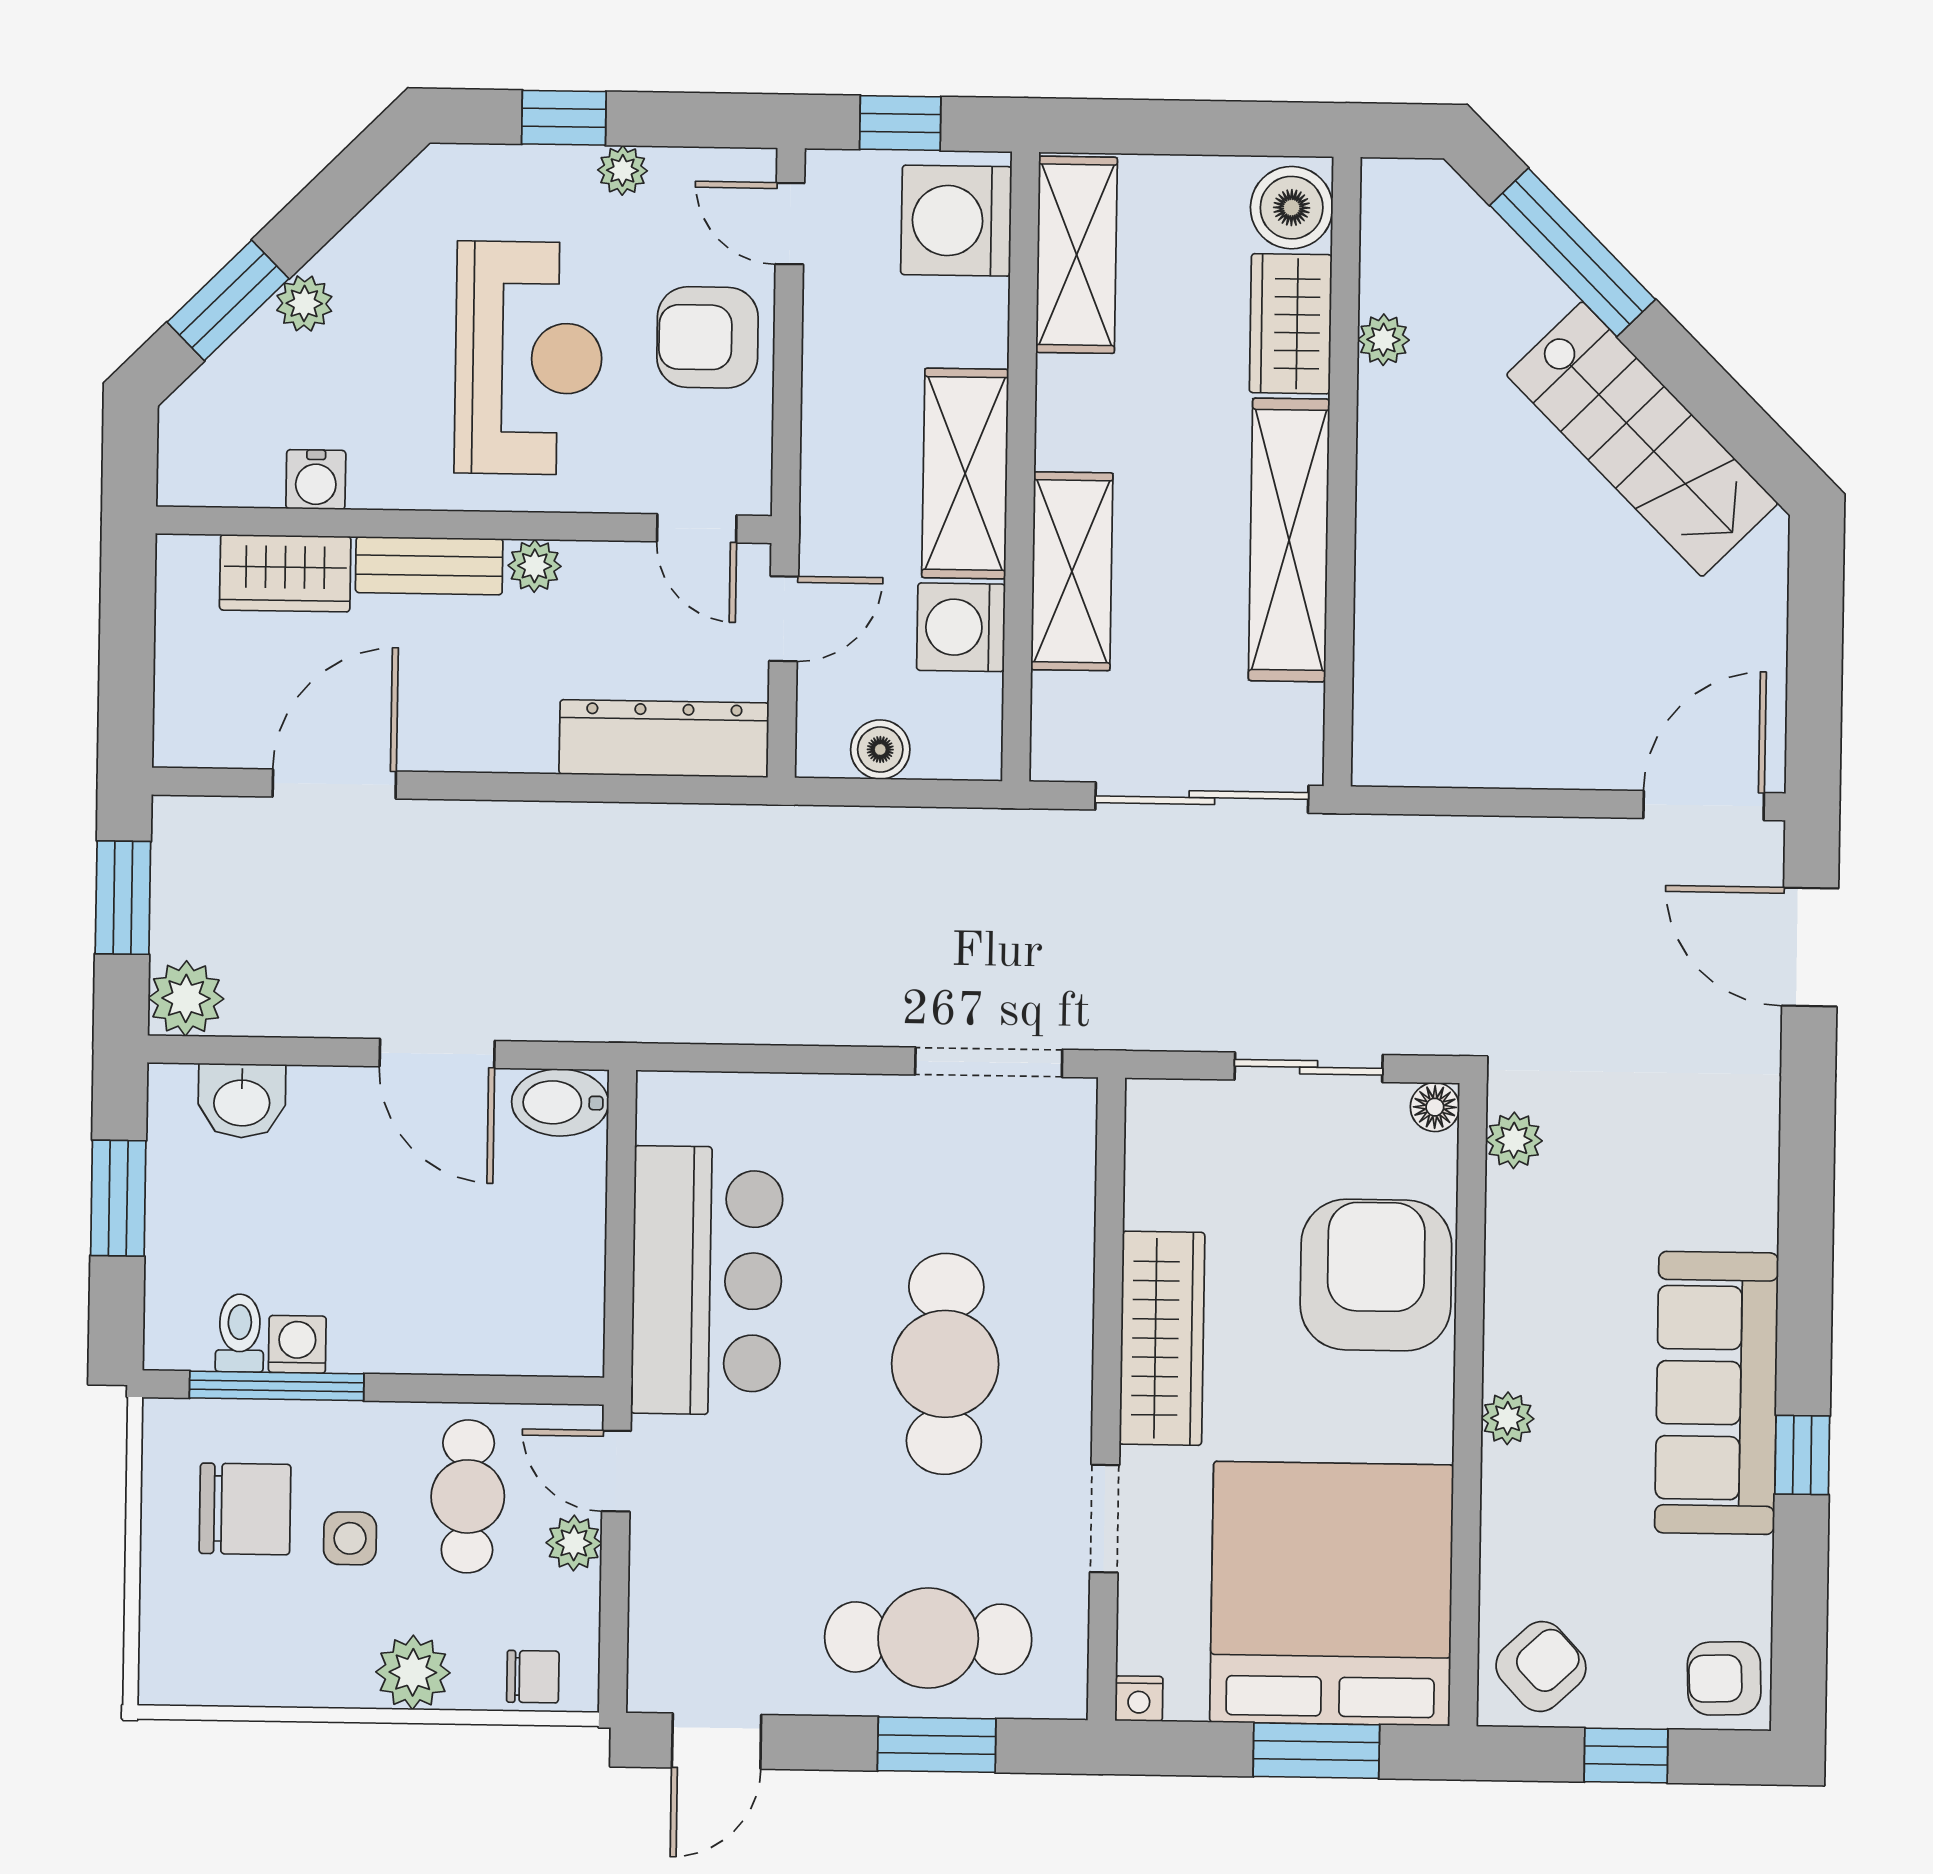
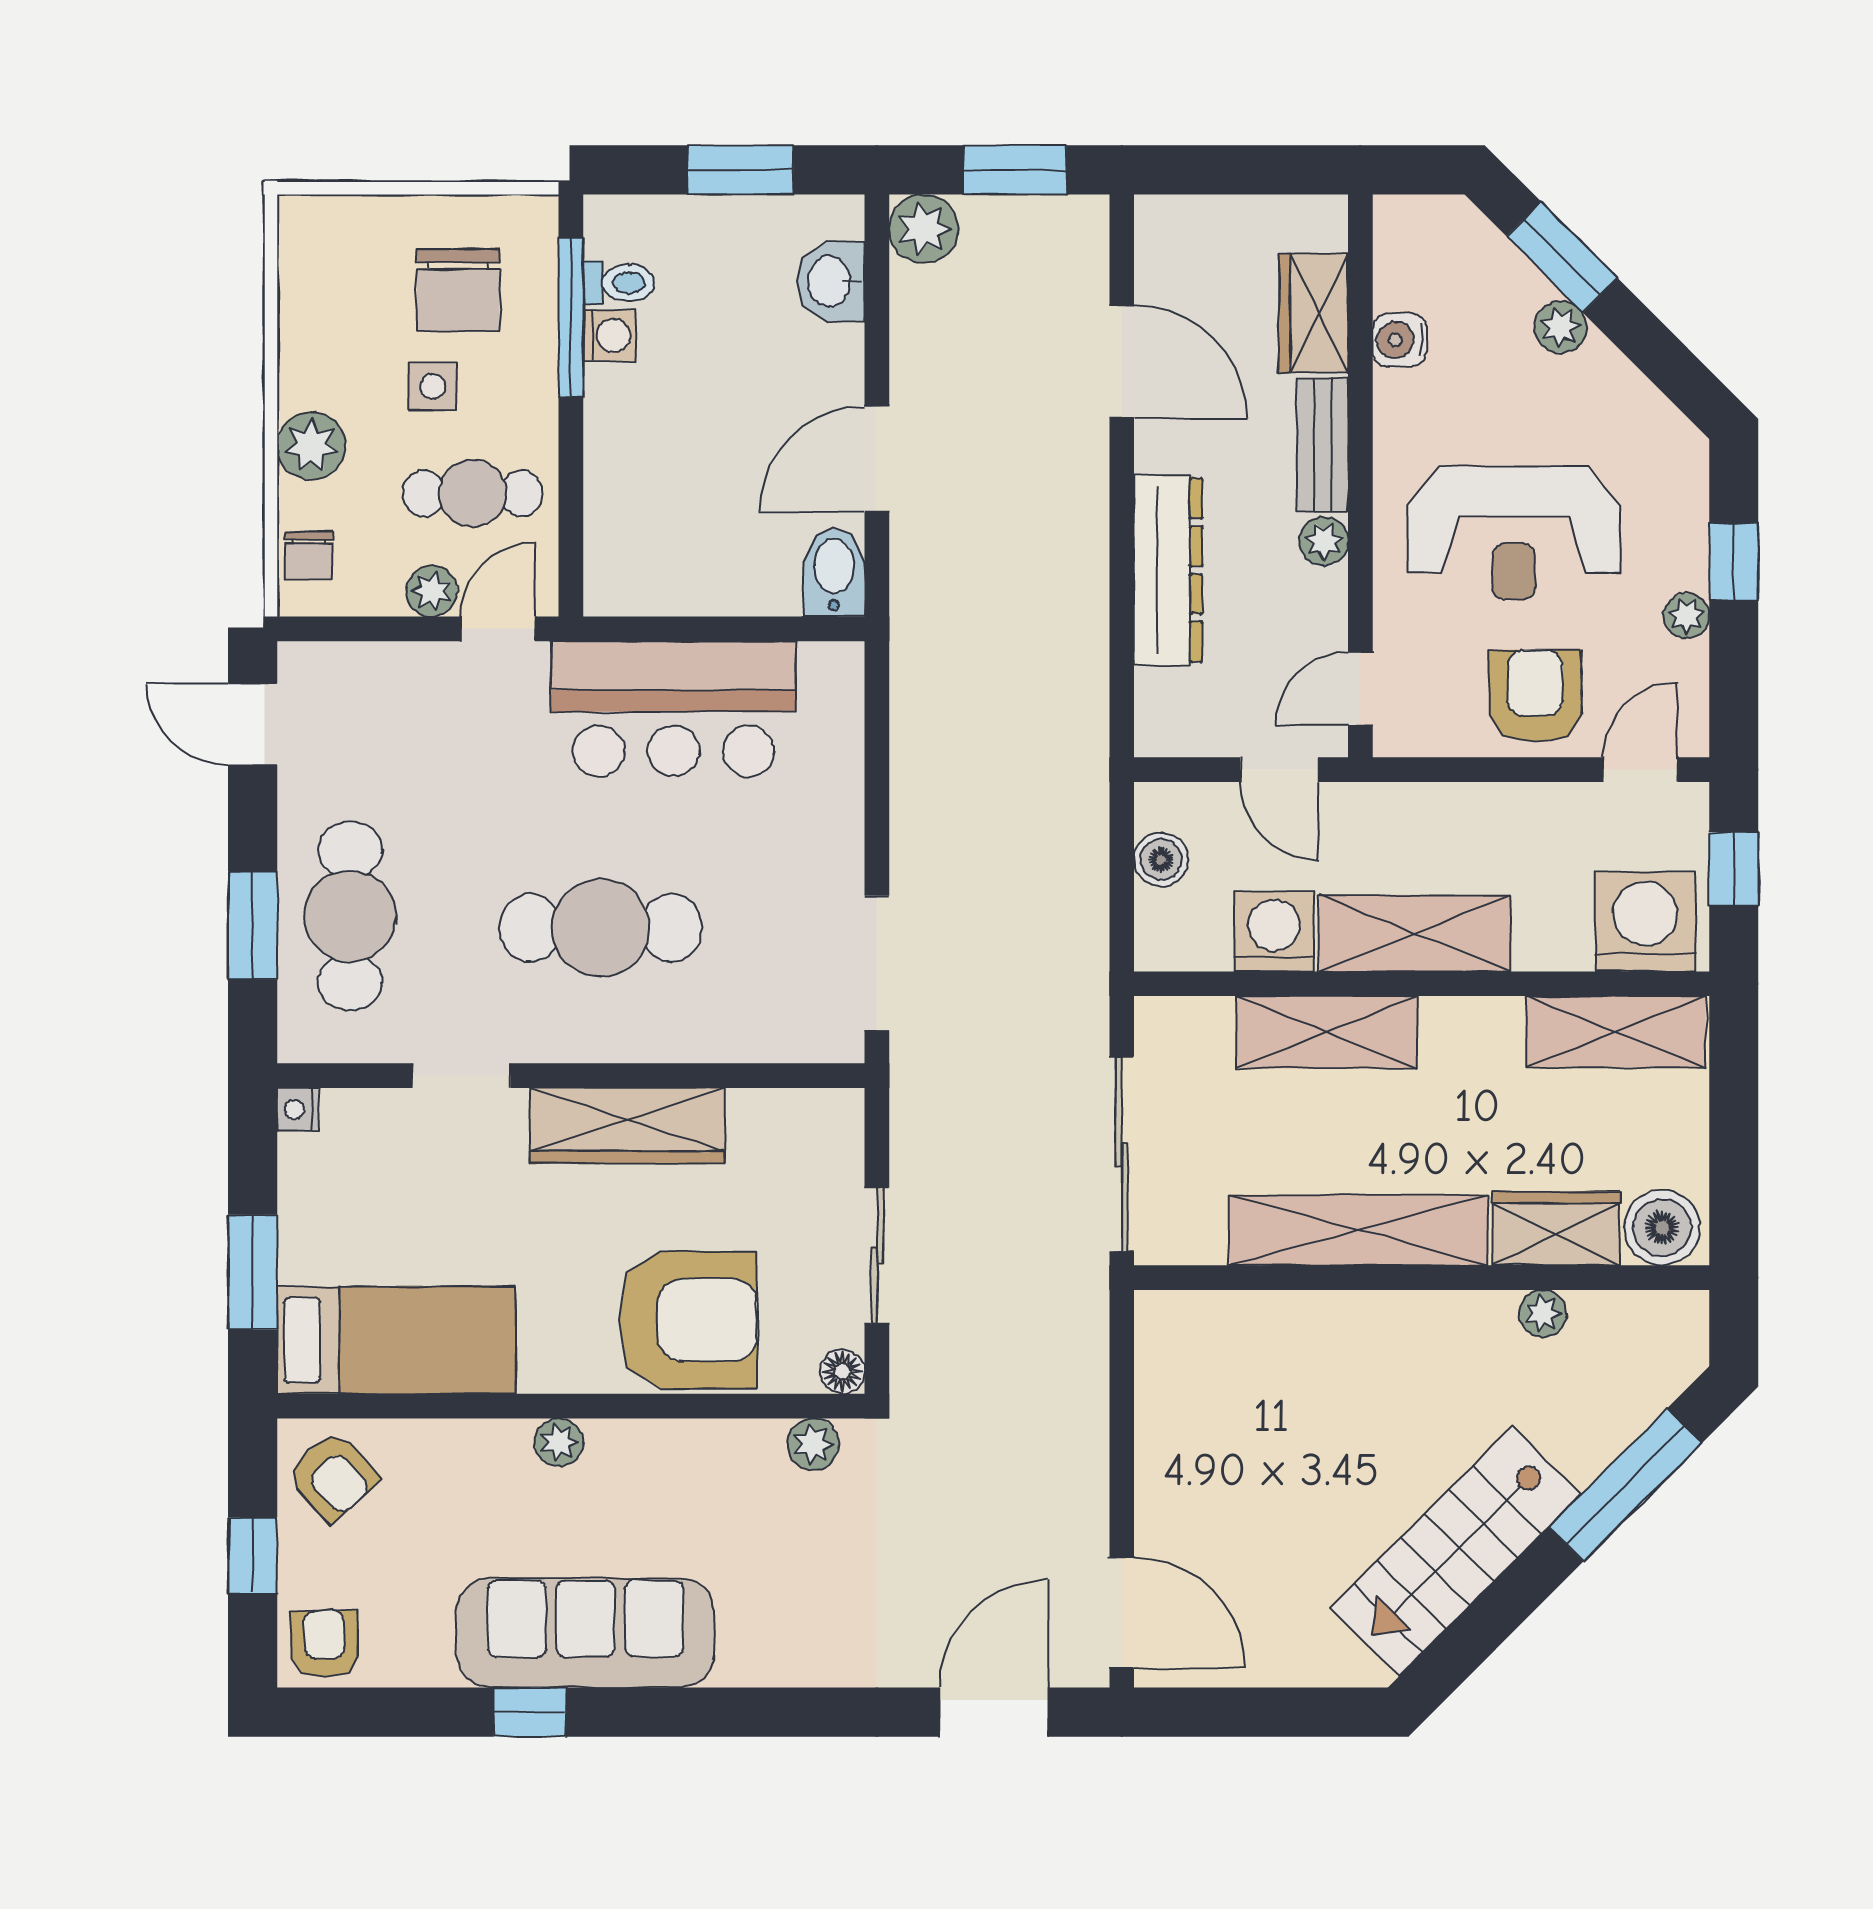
dresser: (664, 738) -> (1168, 570), moved
bed: (1332, 1594) -> (396, 1340), width x0.49

